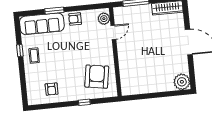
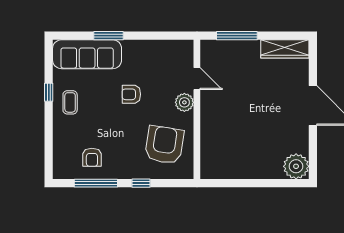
armchair: (75, 19) -> (131, 94), moved
plant: (104, 19) -> (184, 102), moved
door: (113, 32) -> (197, 79), hinge flipped
window: (56, 105) -> (96, 183), added

